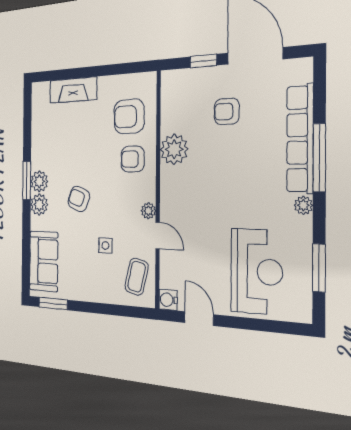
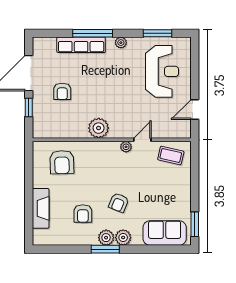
row of seats: (300, 139) -> (81, 45), width x0.73
plant: (174, 149) -> (99, 128), moved
armchair: (133, 159) -> (83, 214), moved
side table: (105, 245) -> (151, 180), removed
reception desk: (256, 271) -> (162, 71), turned 90
water cooler: (168, 300) -> (184, 132), removed

